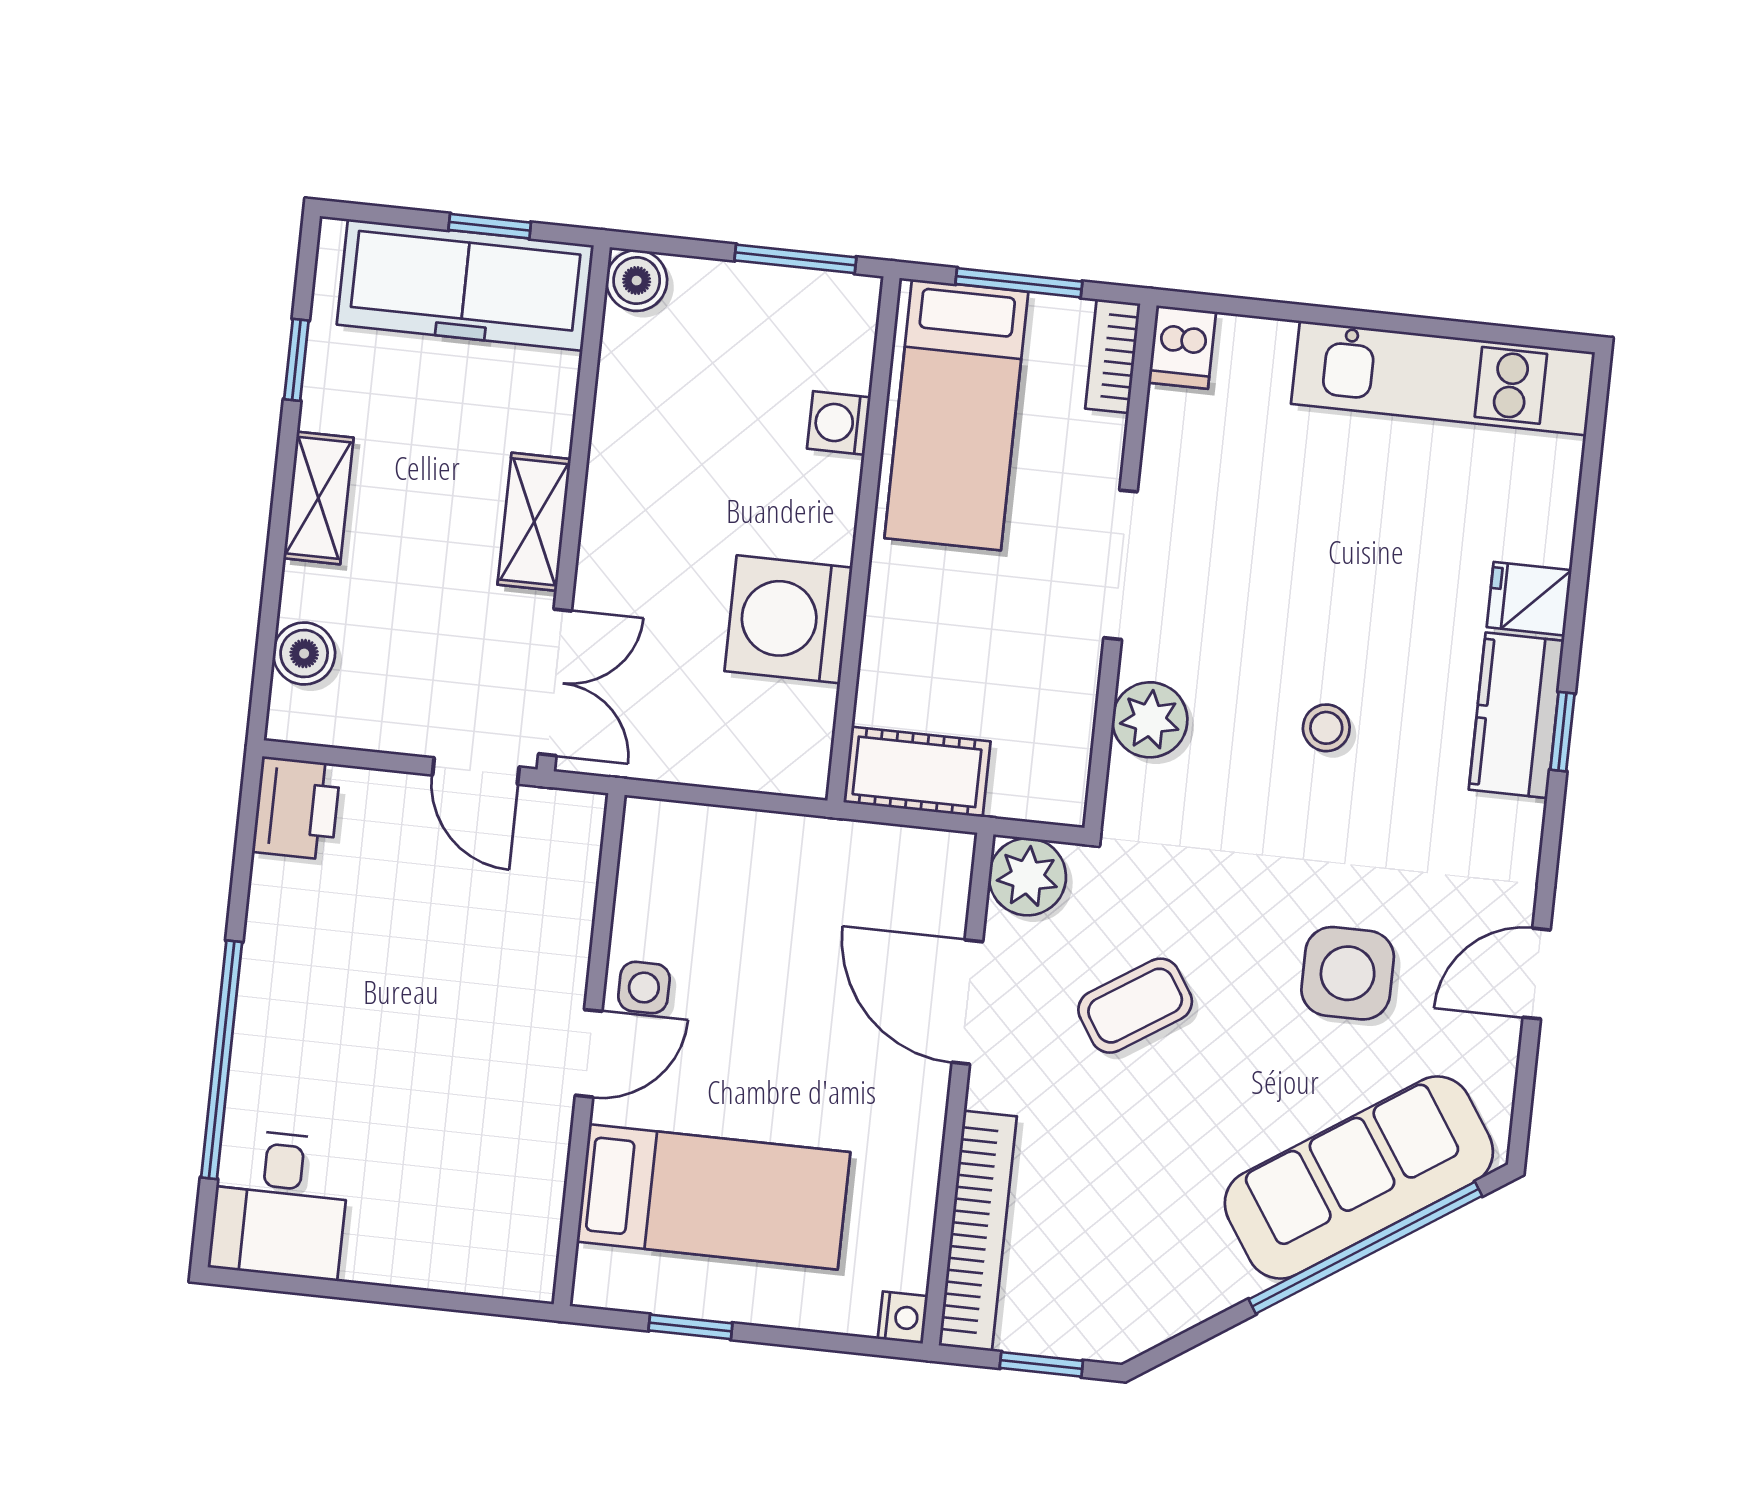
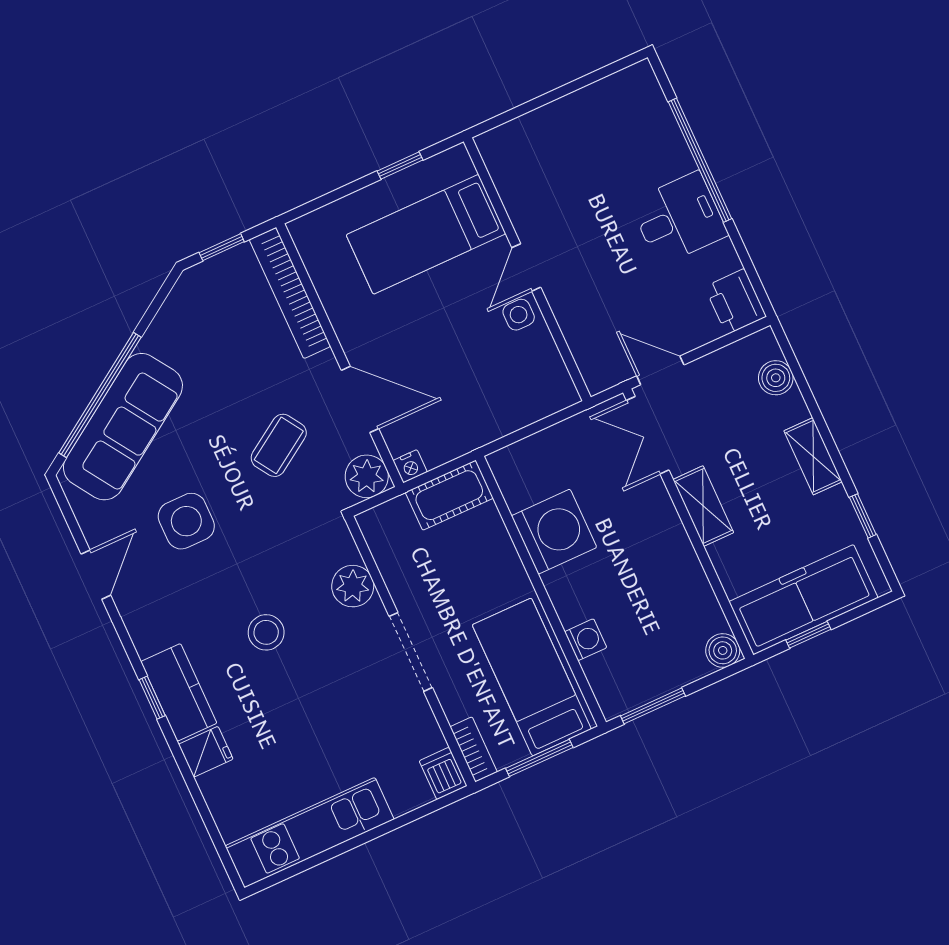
stool: (1326, 728) -> (266, 632), width x1.37, depth x1.37
desk: (280, 1204) -> (679, 218), moved, turned 90
nightstand: (903, 1318) -> (410, 466), moved, turned -90

